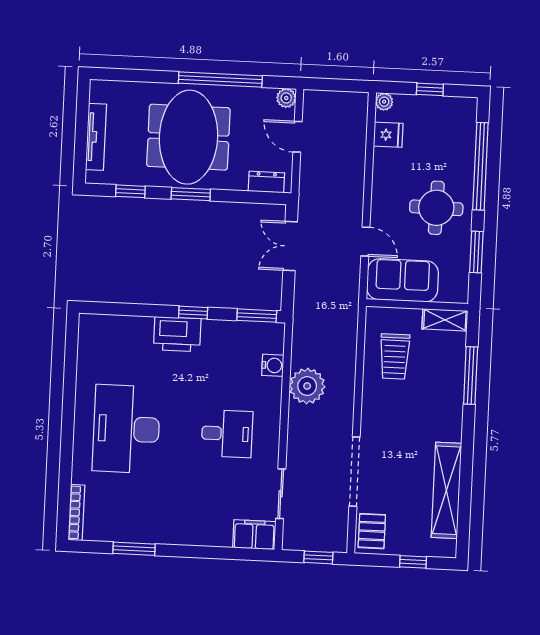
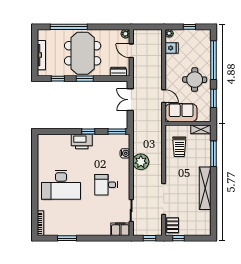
window: (220, 79) -> (69, 27), moved
desk: (126, 429) -> (61, 185), turned -90
desk: (227, 434) -> (106, 185), turned 180
shelving: (446, 490) -> (205, 188), moved
window: (413, 562) -> (179, 238), moved

